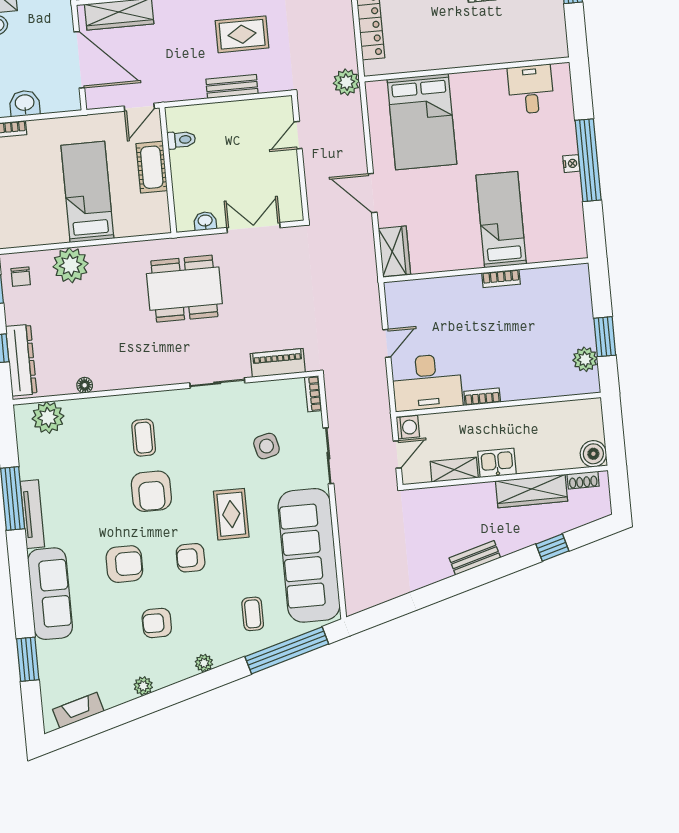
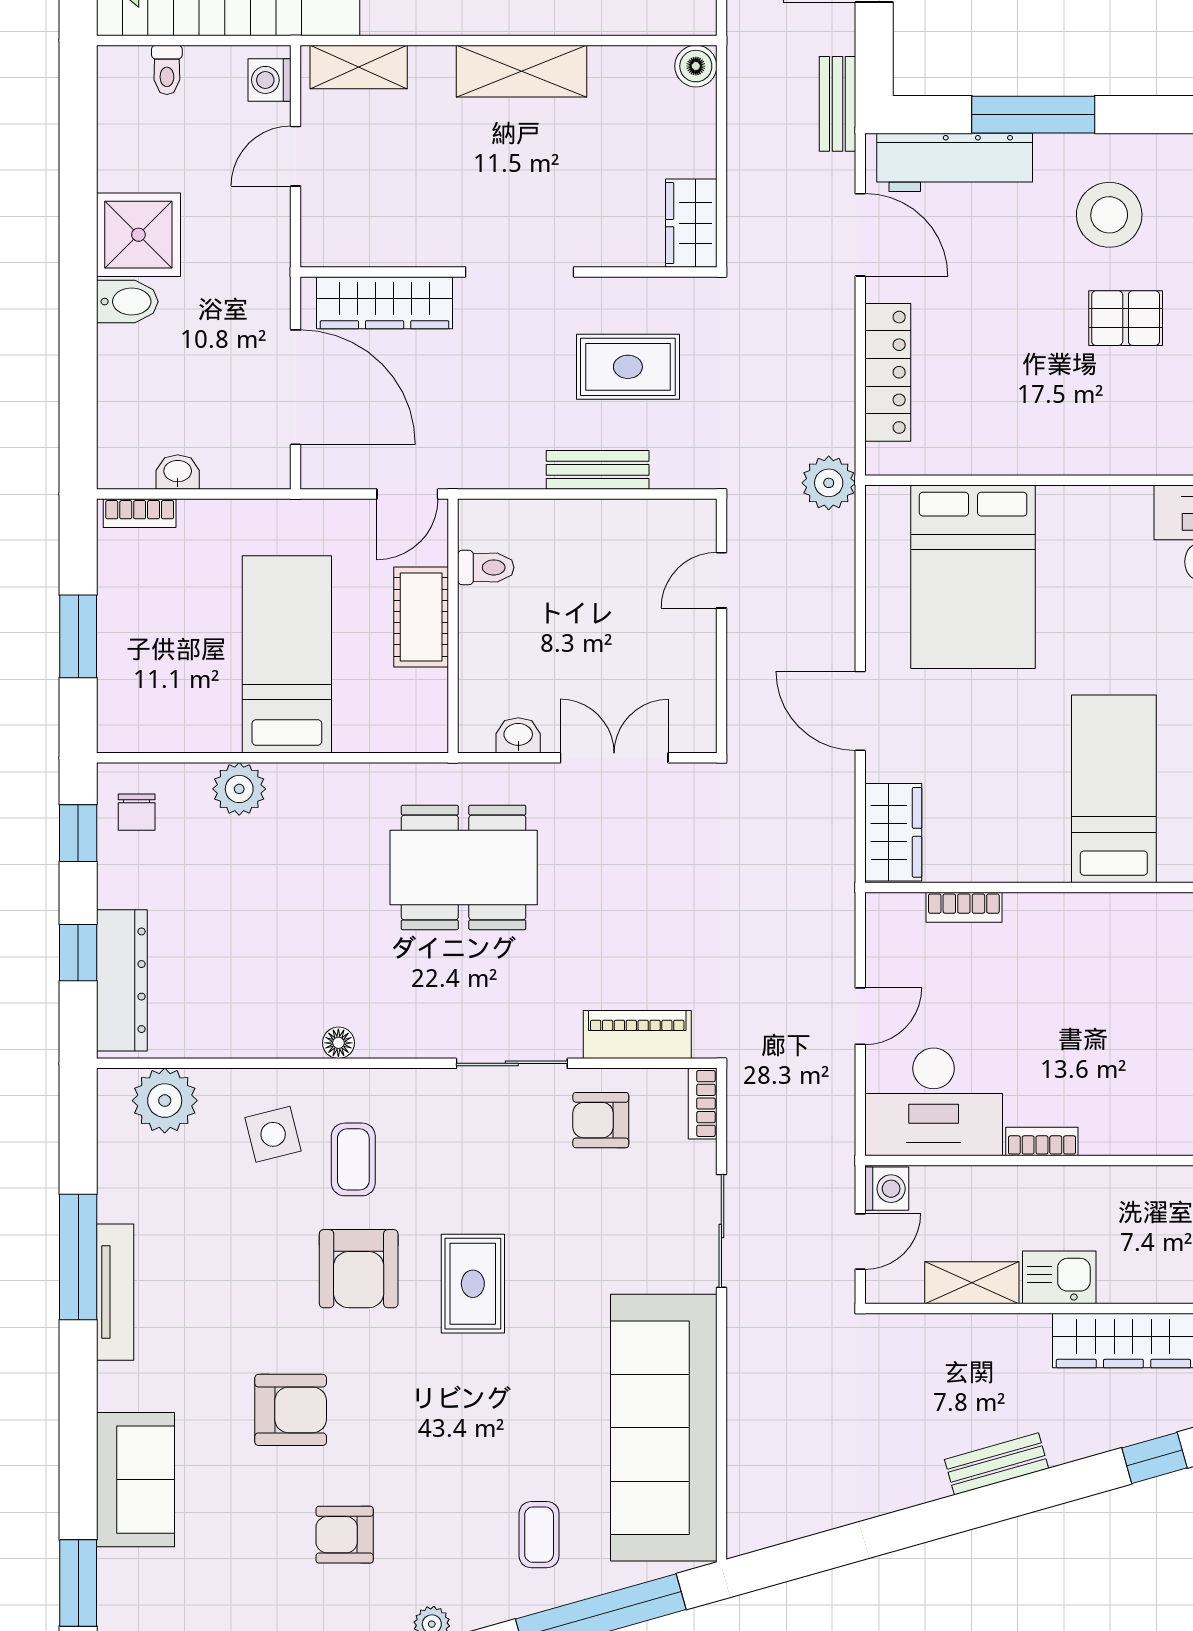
washbasin: (25, 103) -> (178, 472), width x0.72, depth x0.69
plant: (71, 265) -> (239, 789), width x0.73, depth x0.73
bookcase: (501, 278) -> (964, 907), moved
floor lamp: (85, 385) -> (338, 1043), moved
side table: (266, 446) -> (273, 1134), moved
rug: (231, 514) -> (473, 1284), moved
armchair: (191, 558) -> (601, 1120), moved
sofa: (50, 594) -> (135, 1480), width x0.73

